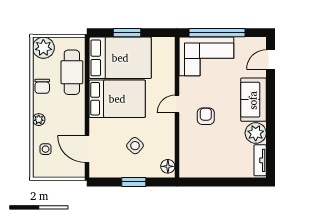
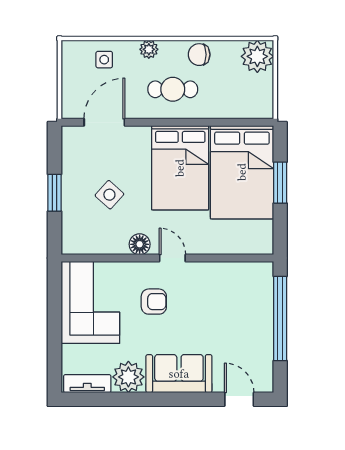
corner sofa: (206, 56) -> (90, 302), moved, turned 180
cafe table: (72, 72) -> (173, 89), moved, width x0.73, depth x0.74
floor lamp: (168, 166) -> (140, 244), moved

